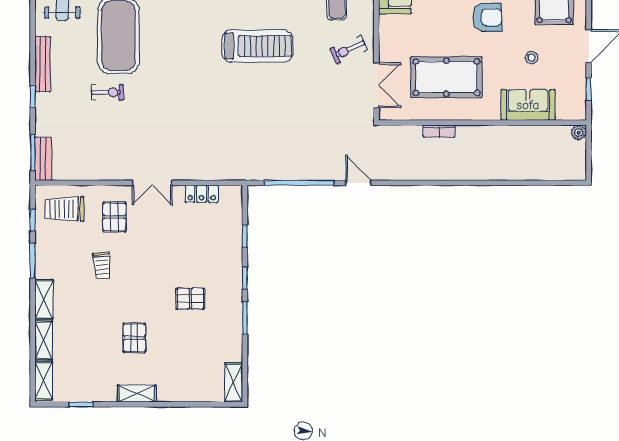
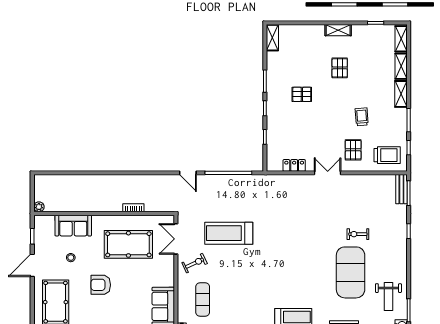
treadmill: (257, 46) -> (229, 233), moved
bench: (43, 64) -> (402, 253), removed

